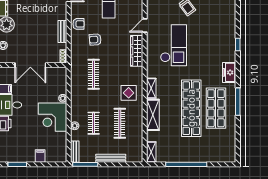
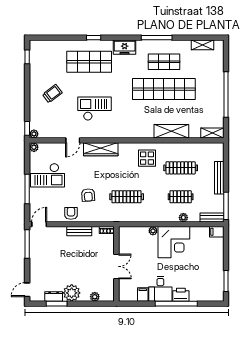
door: (145, 25) -> (73, 140), hinge flipped
shop shelf: (216, 40) -> (89, 62), added
checkout: (173, 45) -> (95, 109), width x0.73, depth x0.83
double door: (30, 65) -> (116, 266), width x0.73
shelving: (151, 88) -> (202, 45), moved
shop shelf: (216, 108) -> (164, 62), width x0.70, depth x0.74
filing cabinet: (40, 156) -> (217, 232), moved

